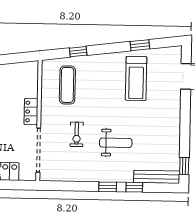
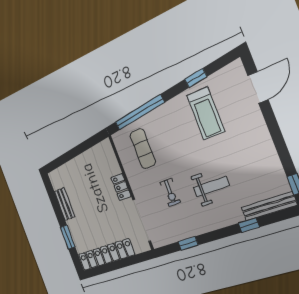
window: (78, 52) -> (140, 112), width x3.17
window: (108, 187) -> (188, 243), moved

